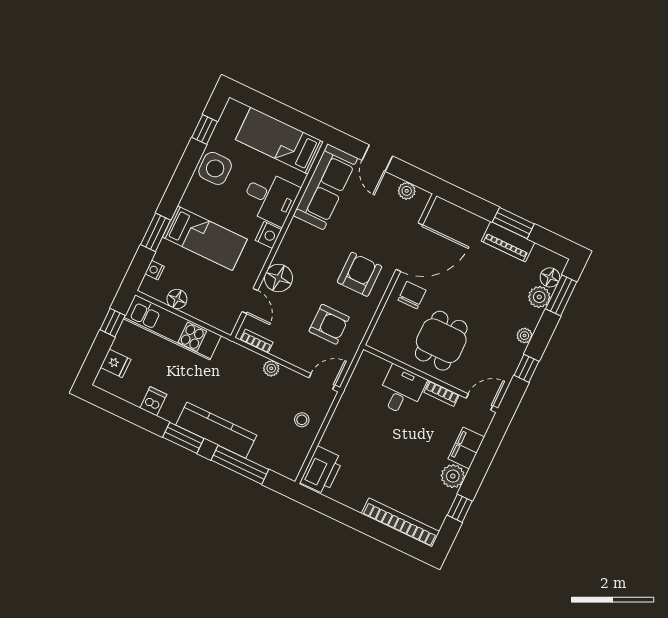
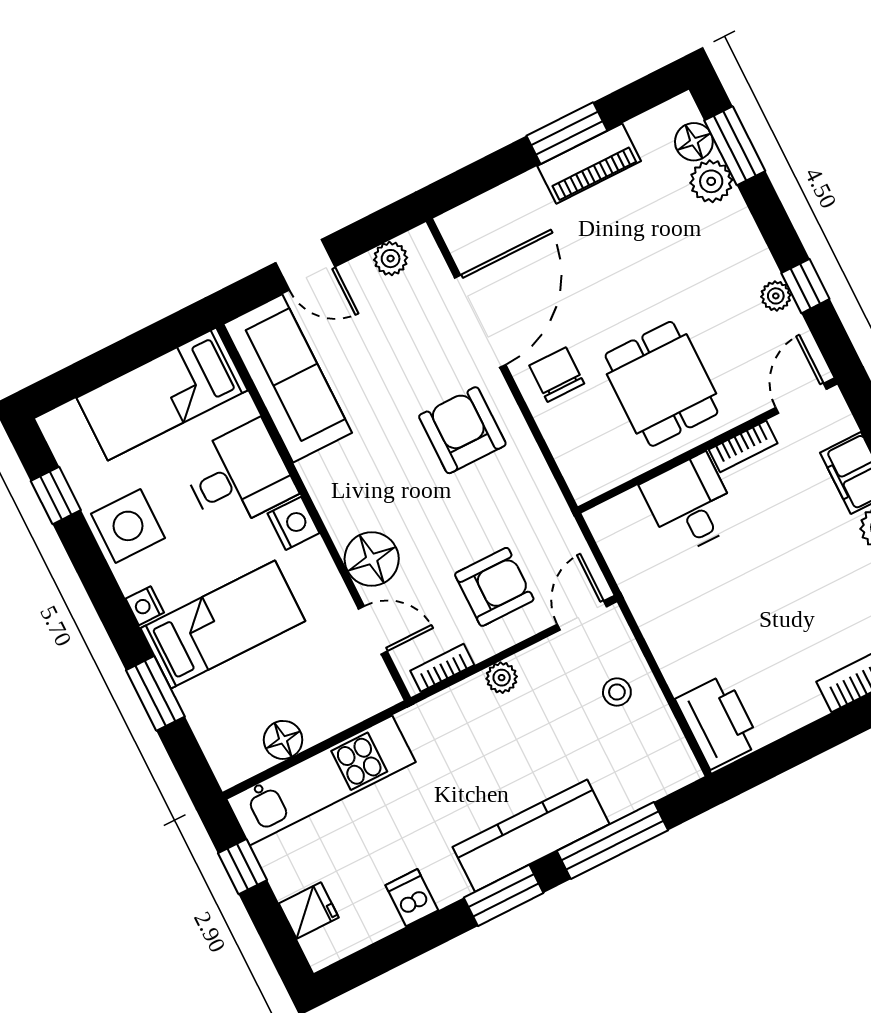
nightstand: (155, 270) -> (145, 606), moved
armchair: (329, 324) -> (494, 587), moved
plant: (524, 336) -> (776, 296), moved

